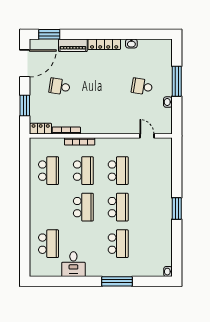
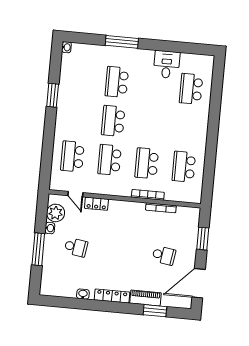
window: (49, 34) -> (155, 311), moved
plant: (164, 117) -> (56, 213), added
locker: (41, 129) -> (96, 204), moved
school desk: (83, 207) -> (72, 156), moved
window: (177, 208) -> (53, 95), moved

